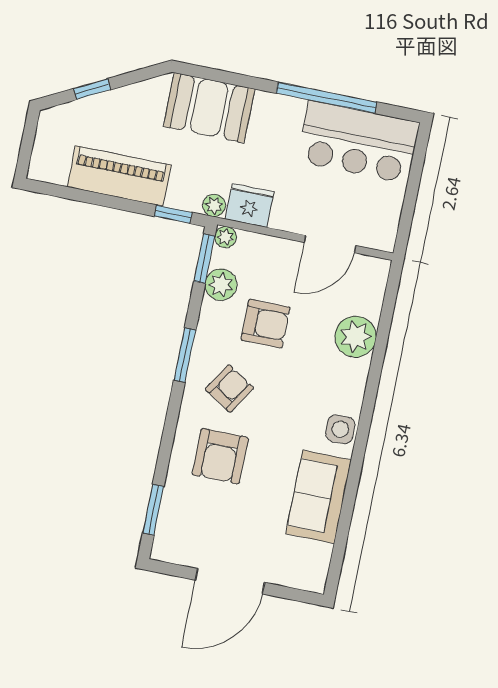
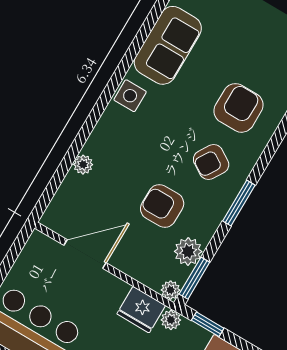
plant: (356, 337) -> (83, 165), width x0.53, depth x0.53

